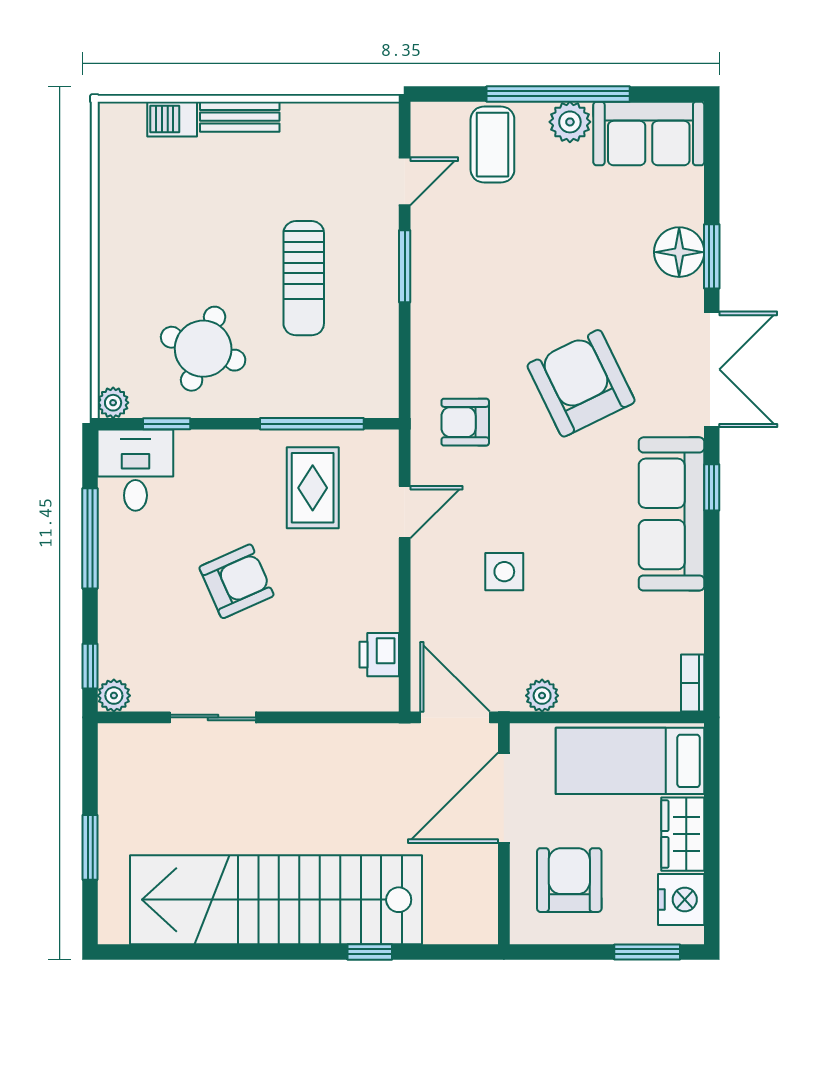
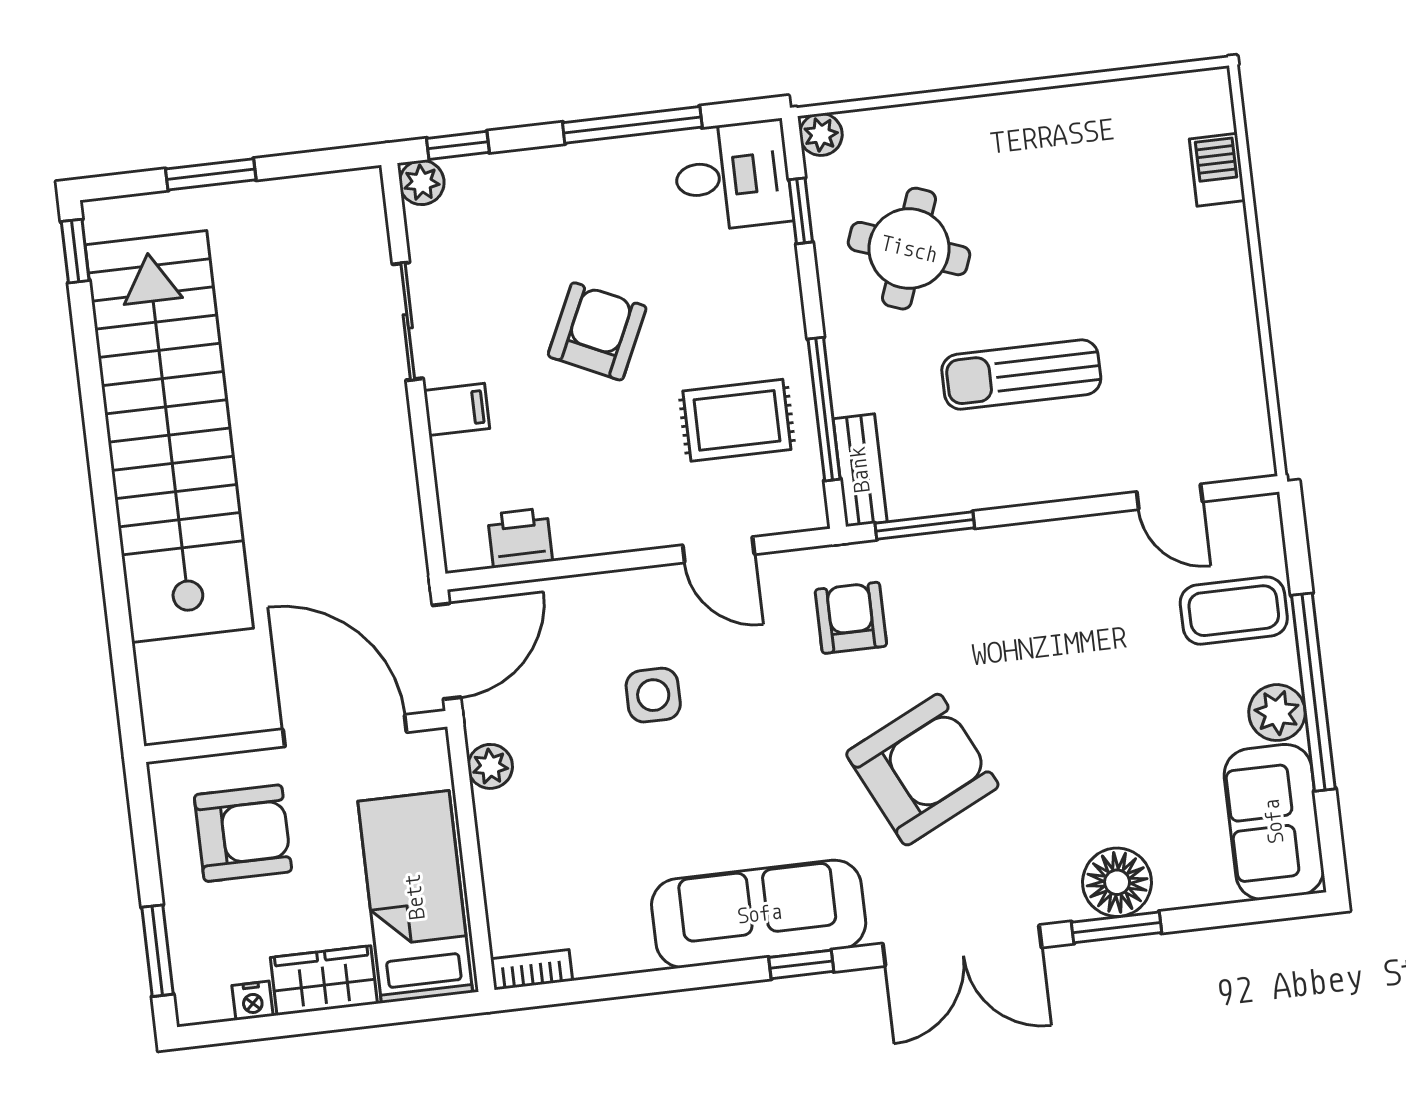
bench: (240, 117) -> (860, 470), moved
window: (405, 266) -> (925, 526), moved
armchair: (236, 581) -> (597, 331), turned -131
filing cabinet: (281, 690) -> (457, 409), added
nightstand: (681, 899) -> (253, 1001), width x0.53, depth x0.56
window: (370, 952) -> (75, 251), moved

